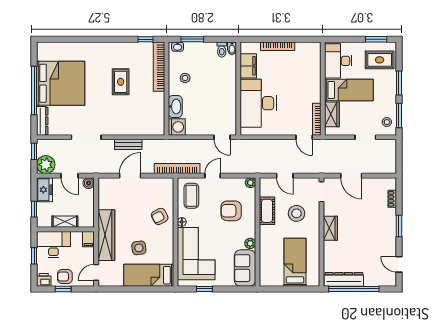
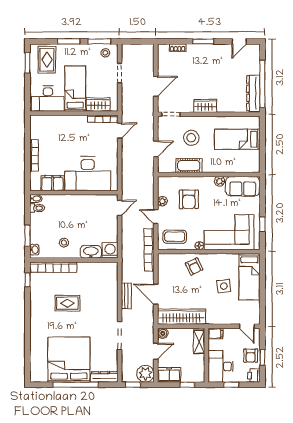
plant: (250, 183) -> (162, 201), moved
shelving: (65, 222) -> (199, 342), moved
wardrobe: (106, 235) -> (182, 317), moved

